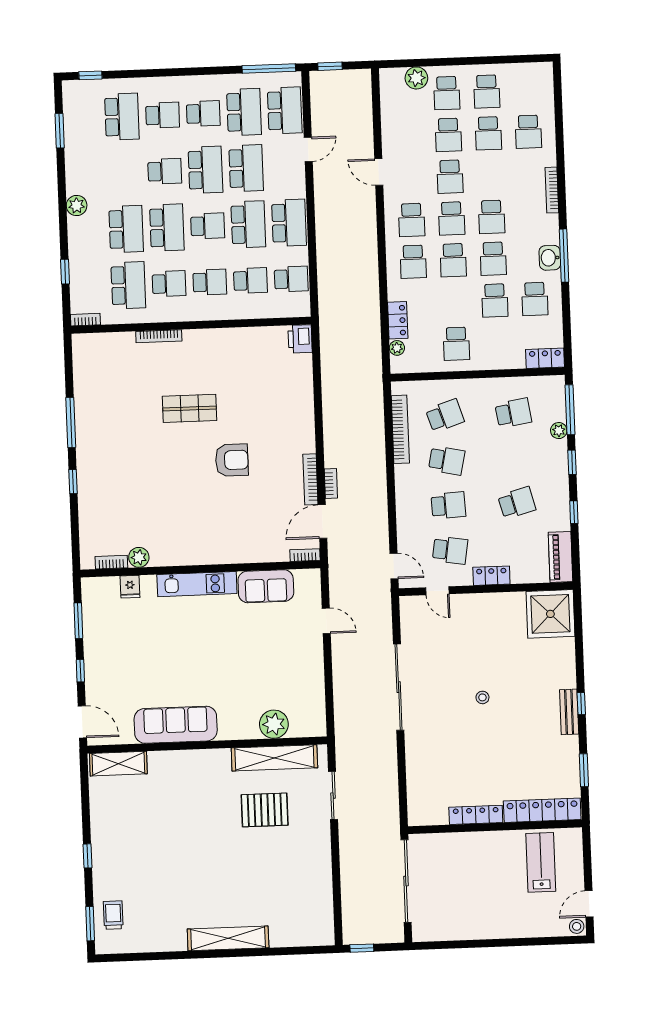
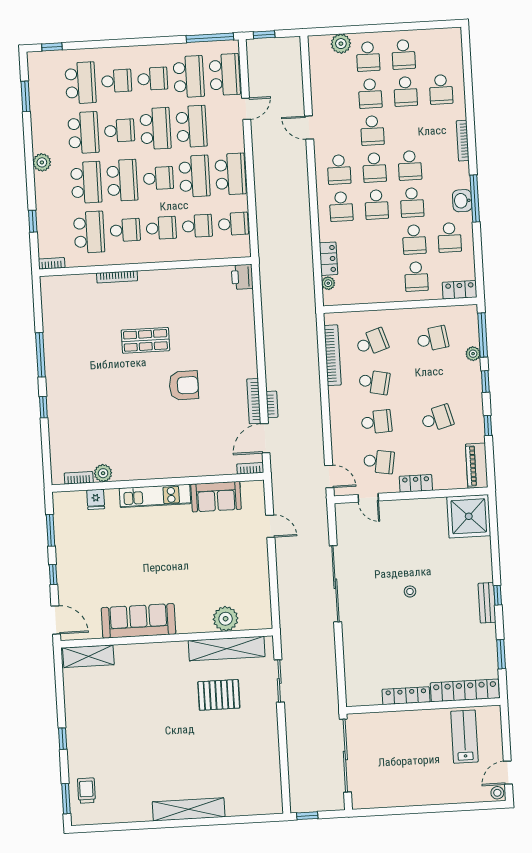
school desk: (124, 173) -> (83, 133), added
school desk: (456, 344) -> (416, 276), moved

